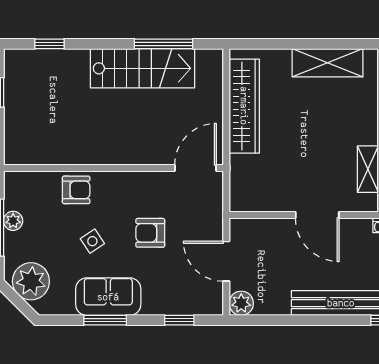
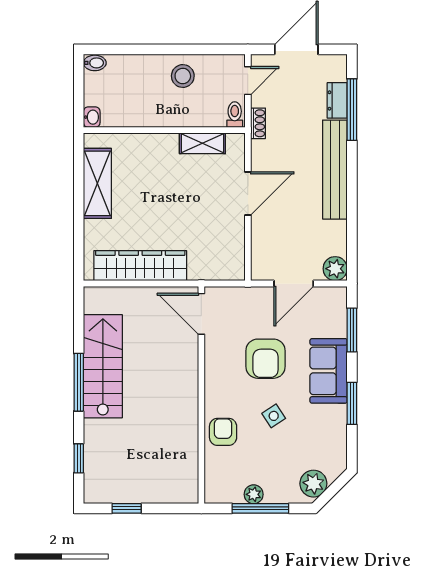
window: (163, 44) -> (79, 382), moved
armchair: (150, 233) -> (266, 359), width x1.38, depth x1.38
plant: (31, 281) -> (313, 484), width x0.73, depth x0.73
sofa: (108, 297) -> (329, 371), moved
window: (179, 320) -> (352, 330), width x1.50

